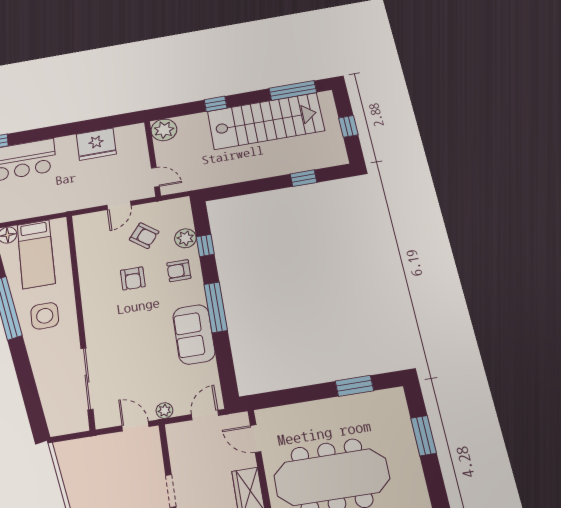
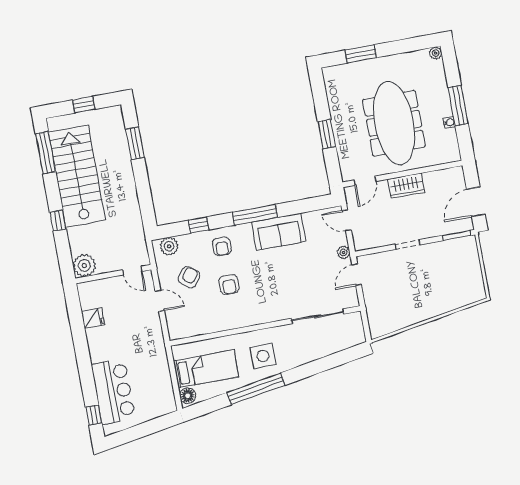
fridge: (96, 144) -> (93, 318), width x0.53, depth x0.75
door: (155, 177) -> (132, 271), swing flipped
window: (304, 178) -> (135, 143), width x1.50
plant: (185, 238) -> (169, 246), moved
armchair: (133, 278) -> (229, 285), turned 90
window: (354, 386) -> (327, 134), moved

